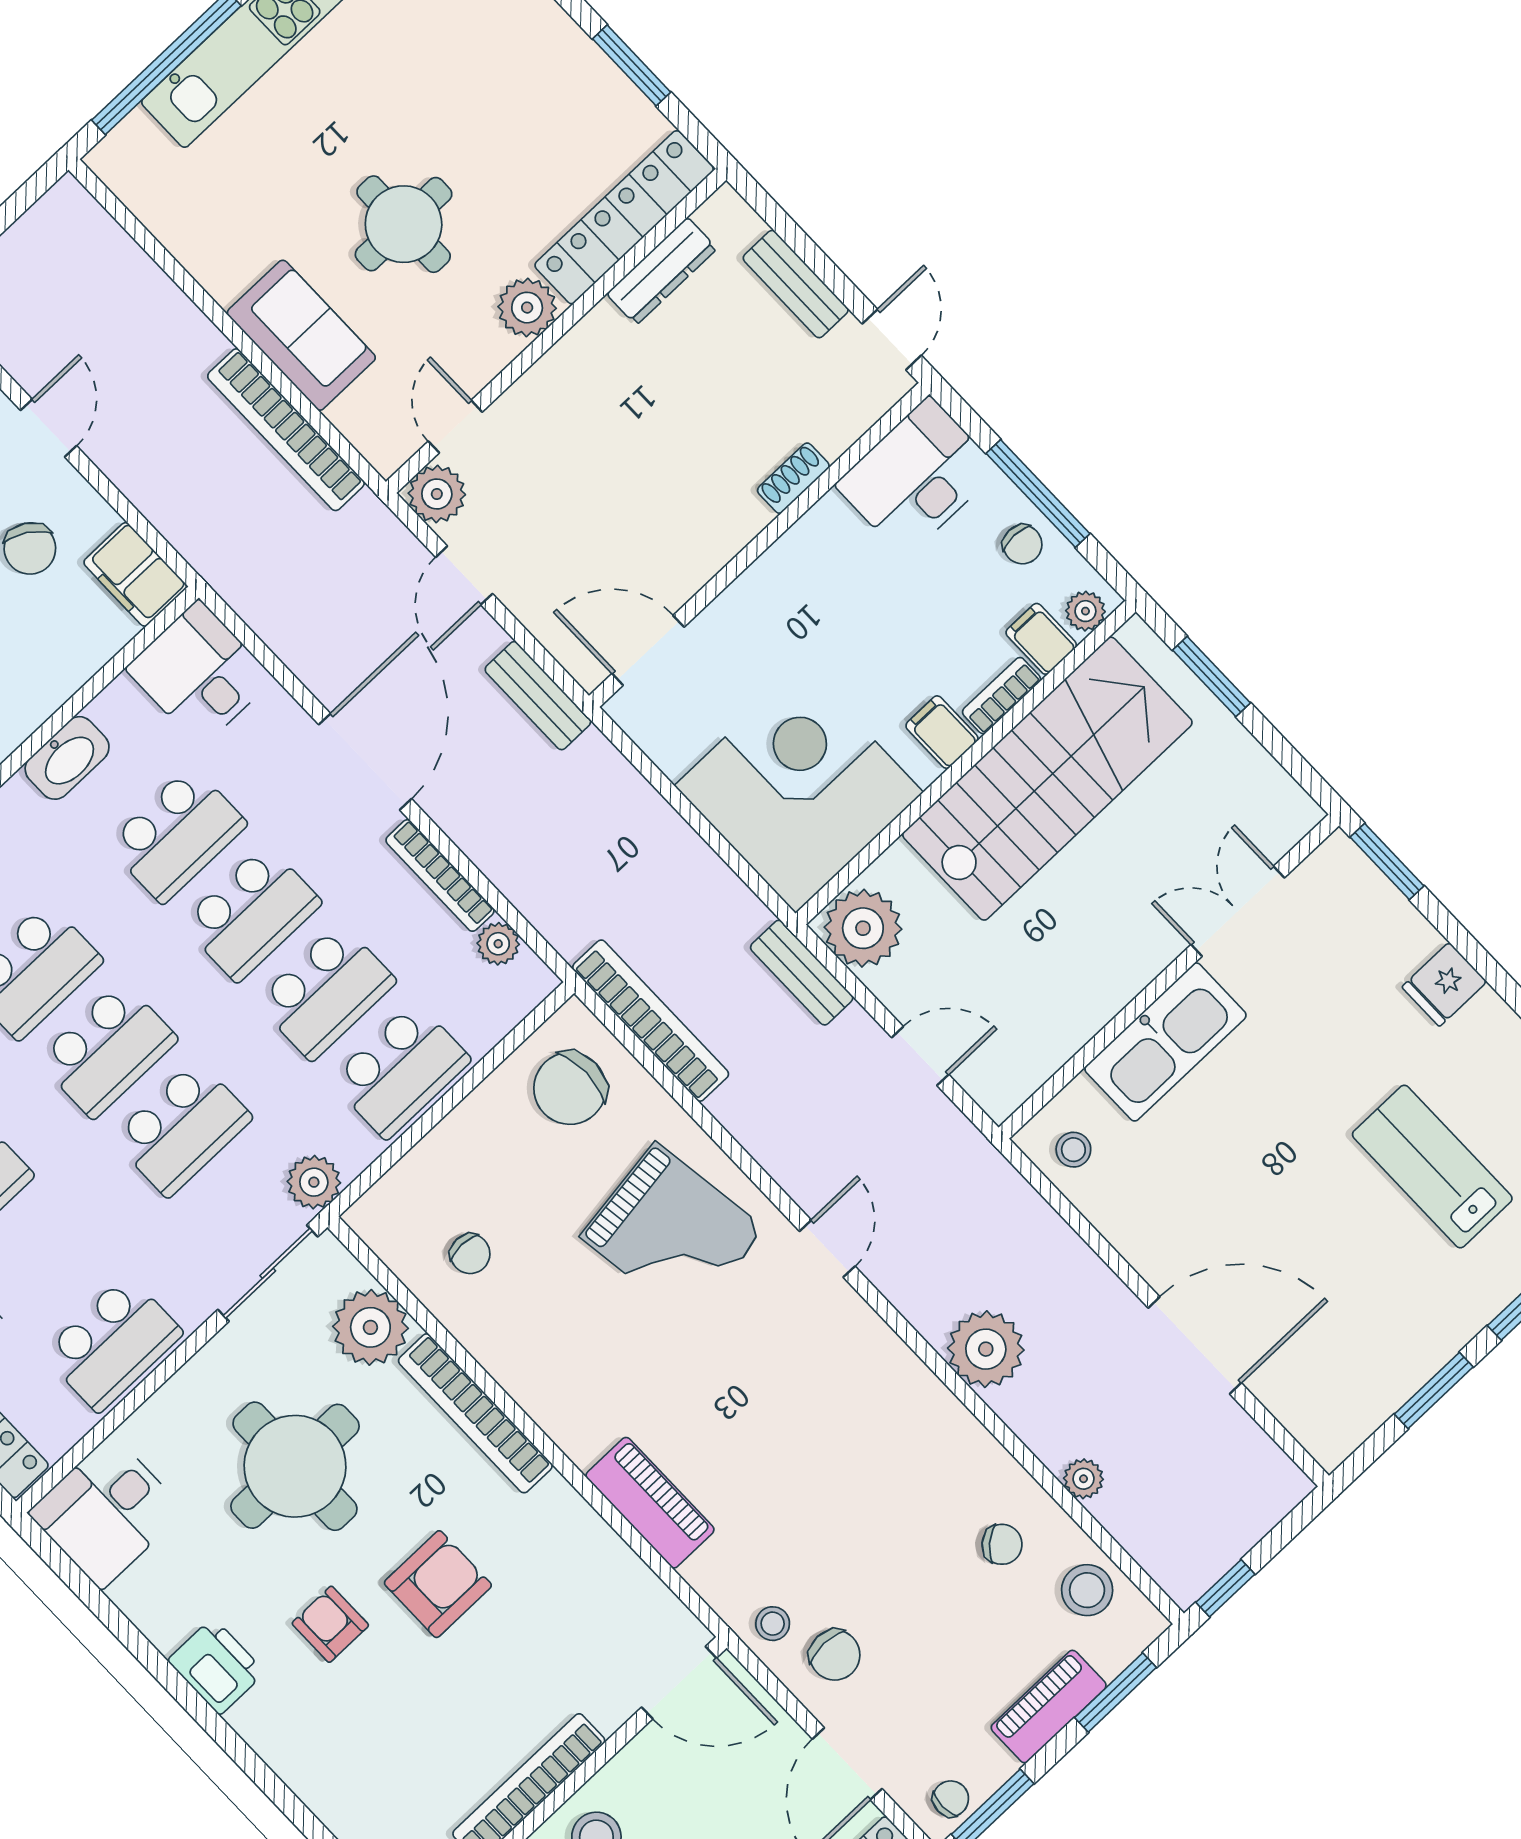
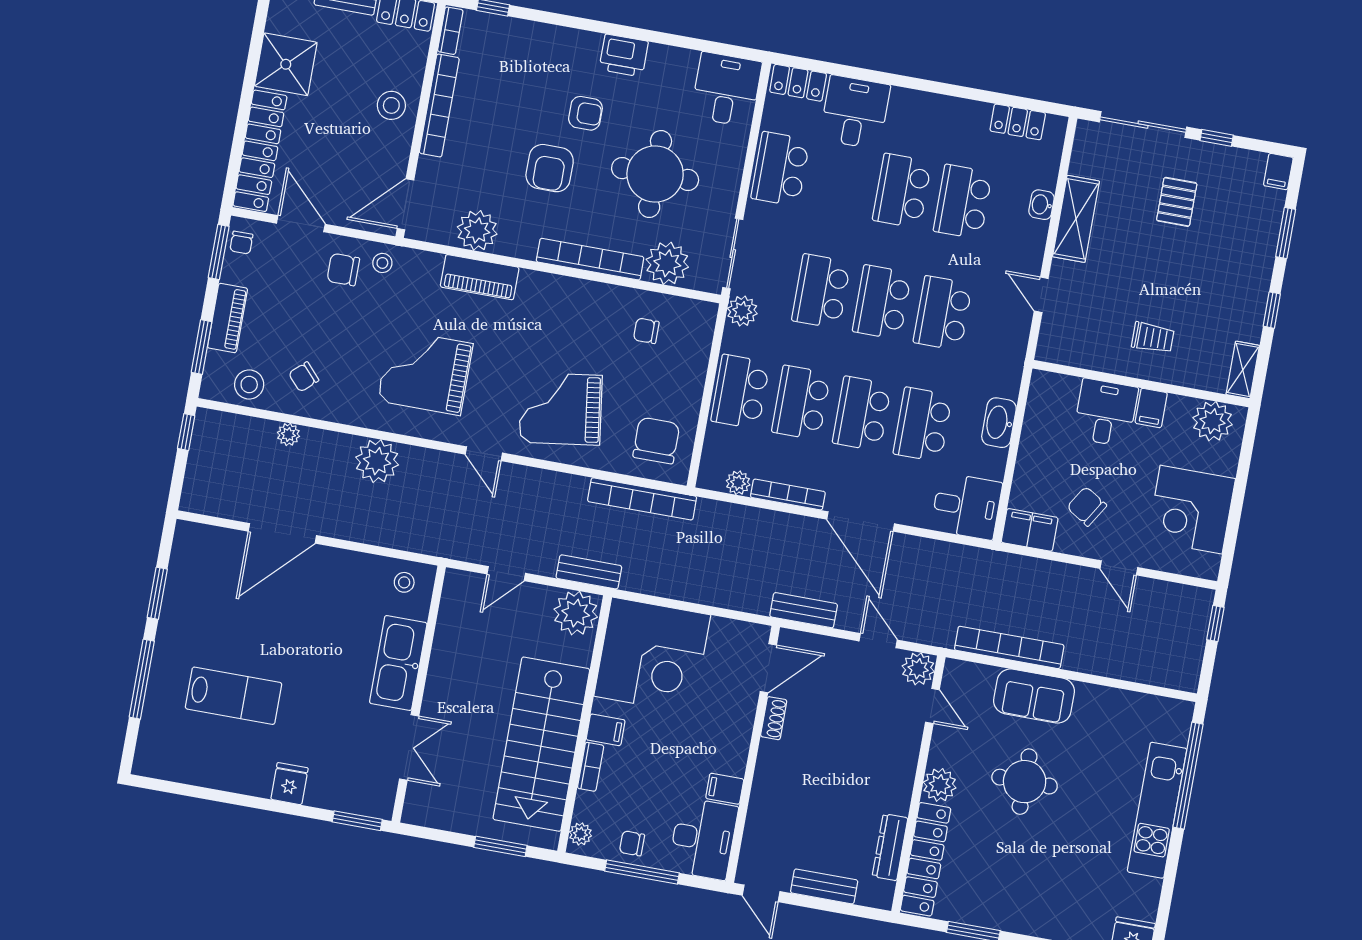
shoe rack: (793, 478) -> (774, 718), moved
filing cabinet: (1041, 639) -> (725, 789), moved, turned 180
grand piano: (826, 1425) -> (425, 372), added
plant: (605, 1571) -> (477, 230), added

